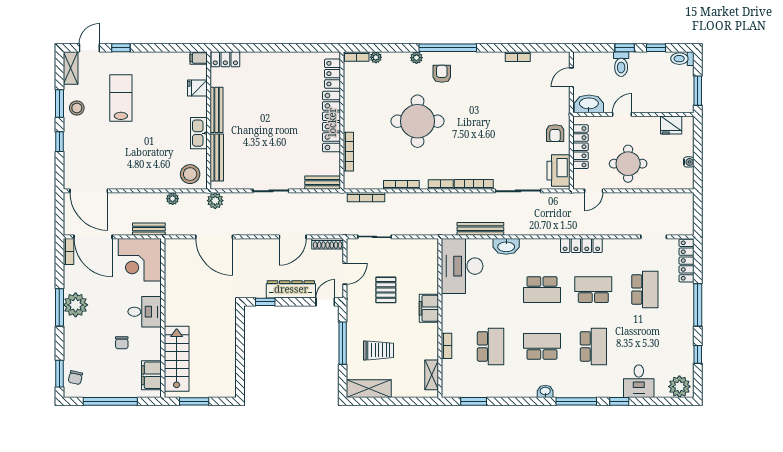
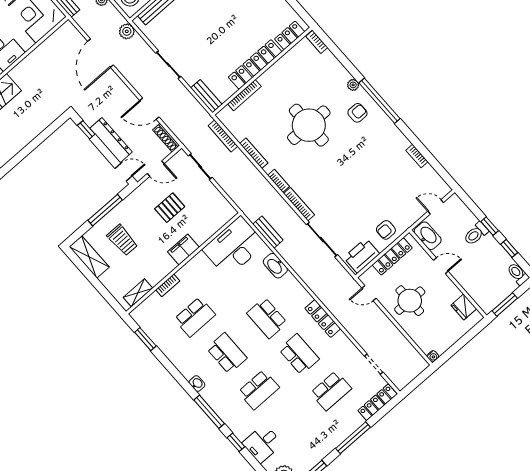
plant: (376, 57) -> (328, 56), removed
water cooler: (689, 162) -> (433, 356), moved
bench: (480, 229) -> (268, 232), width x0.73

